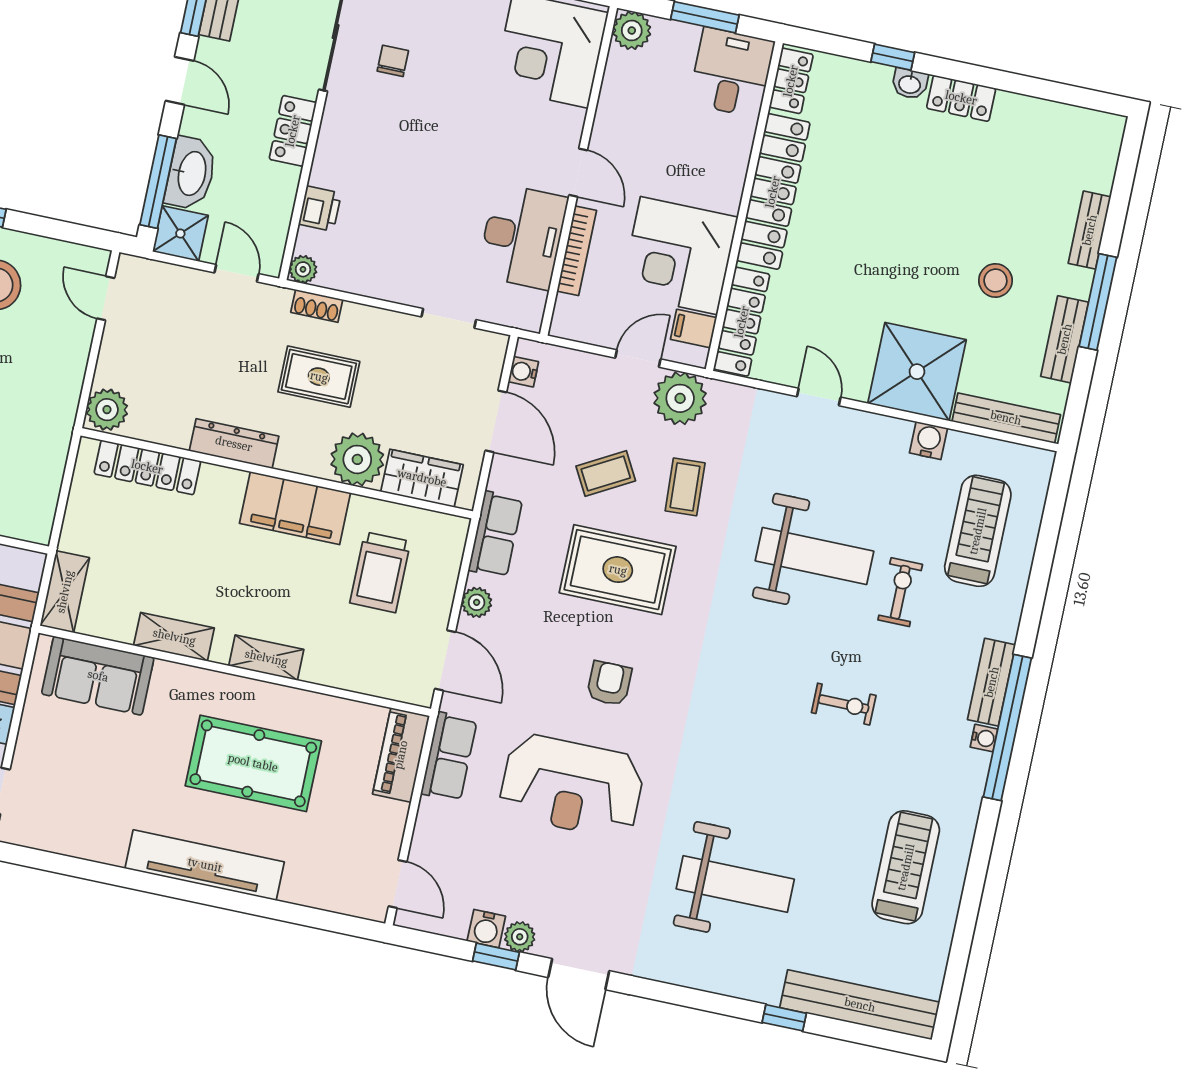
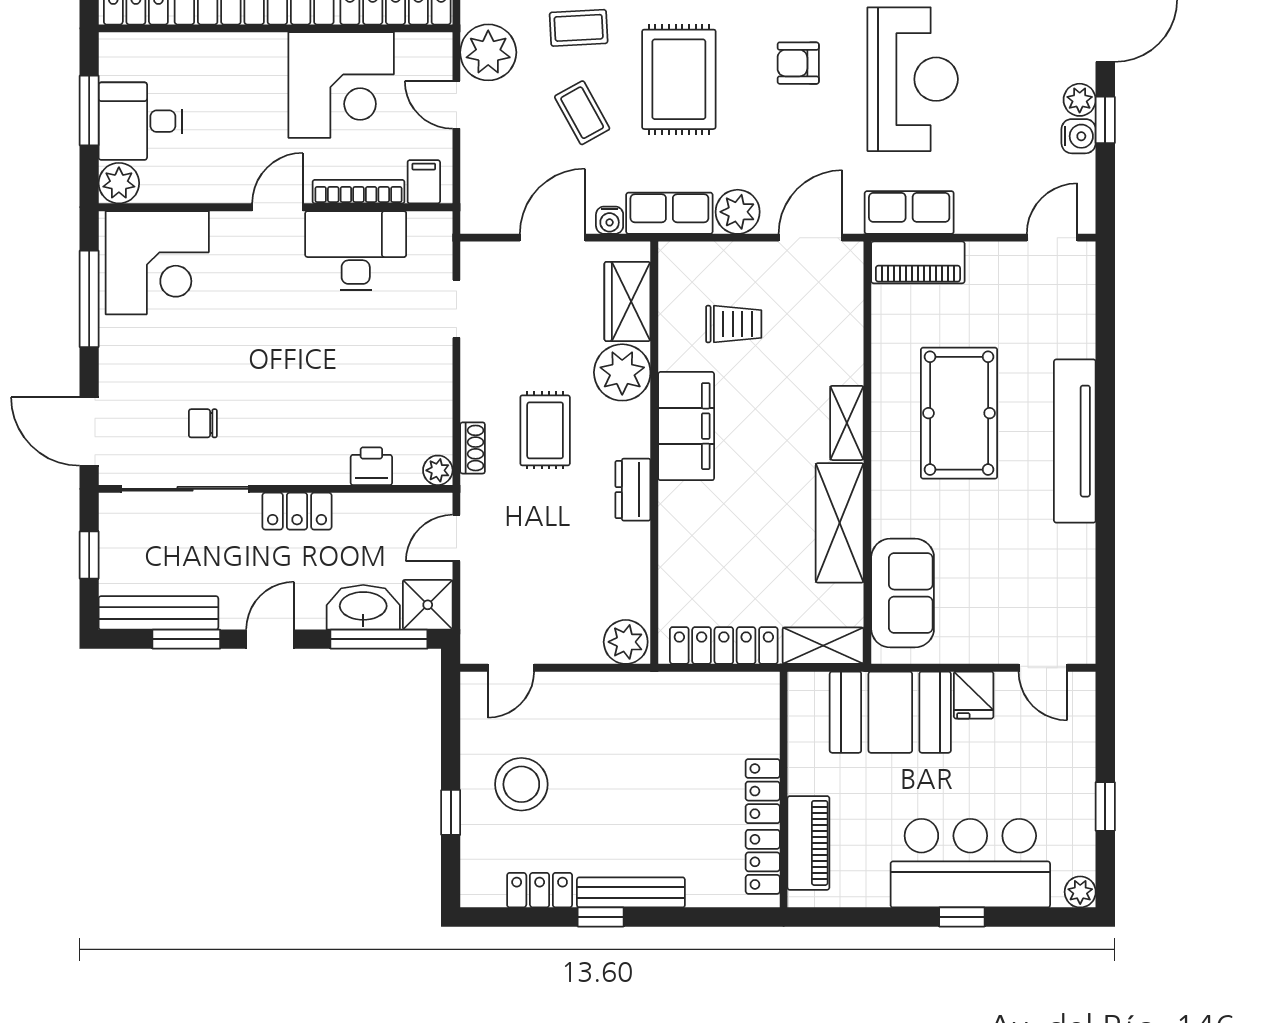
desk: (732, 72) -> (140, 121), moved
filing cabinet: (694, 329) -> (424, 182), moved, turned 180
water cooler: (523, 372) -> (610, 220), moved
dresser: (234, 444) -> (633, 490), width x0.70
locker: (147, 467) -> (724, 645), moved, turned -90
trolley: (380, 572) -> (734, 324), width x0.73, depth x0.72
plant: (477, 602) -> (738, 212), width x1.38, depth x1.38
shelving: (174, 637) -> (840, 523), width x1.50, depth x1.33

